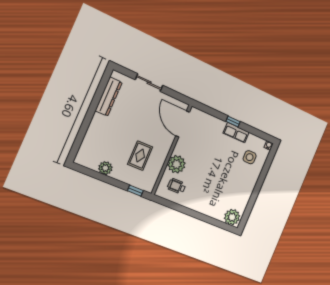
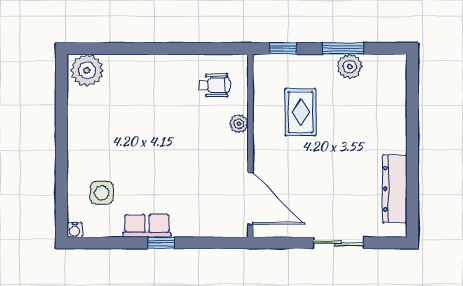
plant: (177, 164) -> (239, 124), width x0.53, depth x0.53
window: (105, 178) -> (343, 48), added

